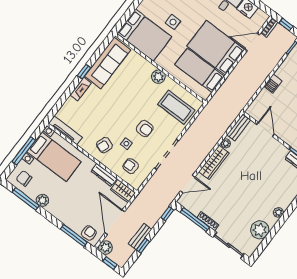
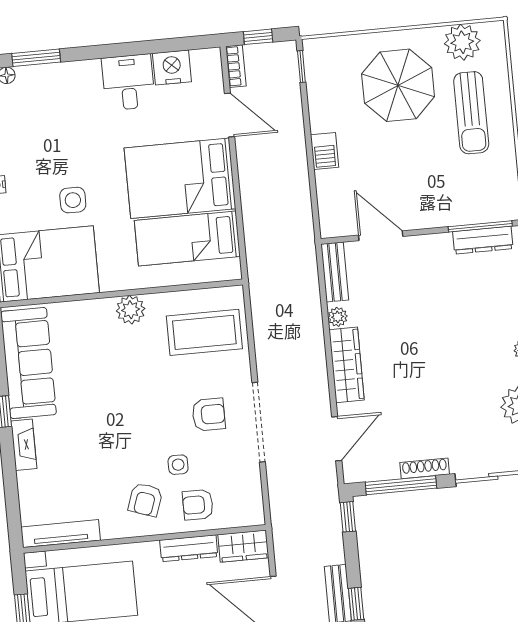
door: (252, 42) -> (230, 115), swing flipped
armchair: (145, 129) -> (209, 415), moved
armchair: (131, 166) -> (198, 505), moved

